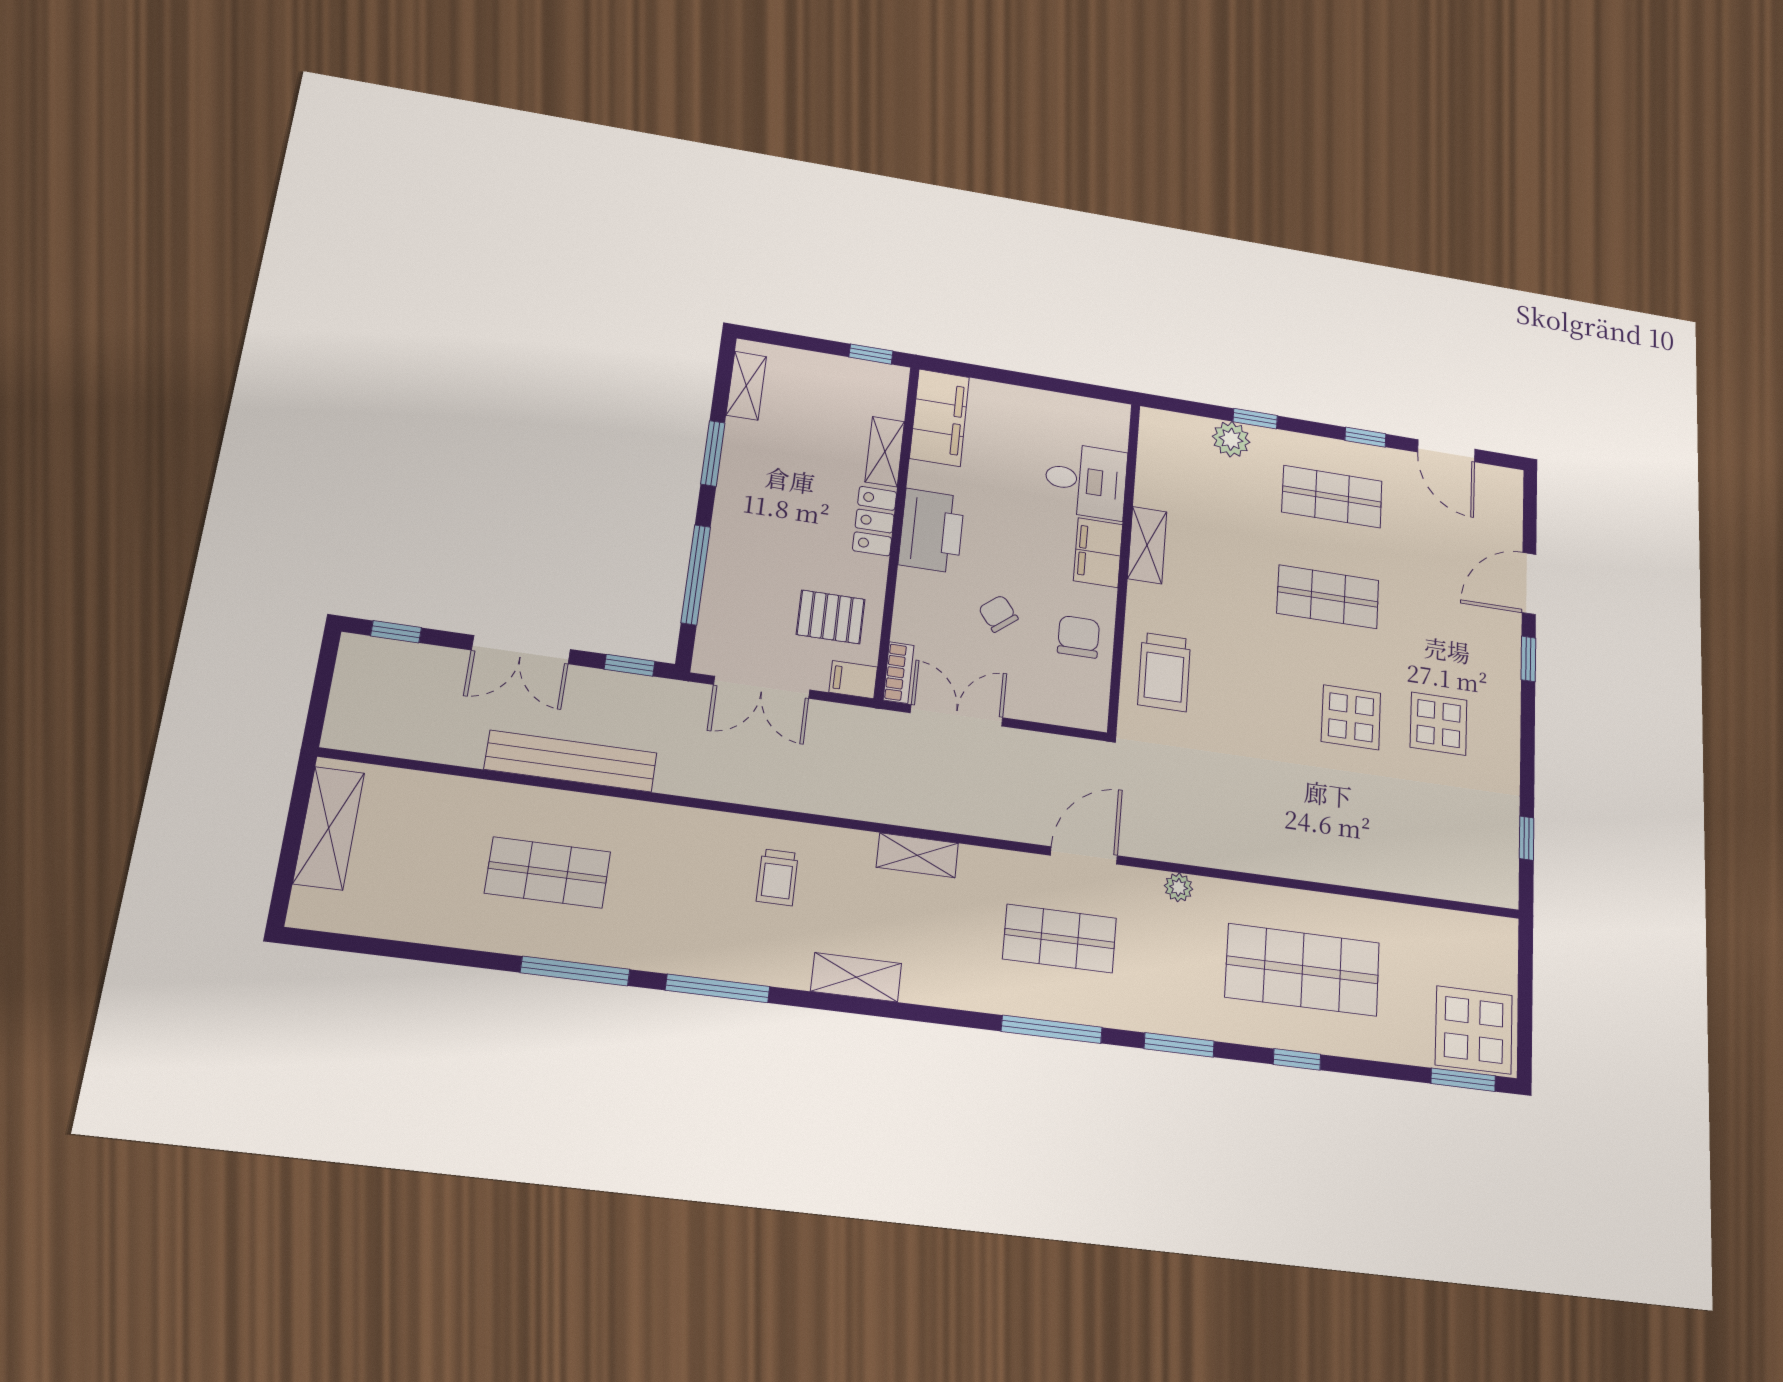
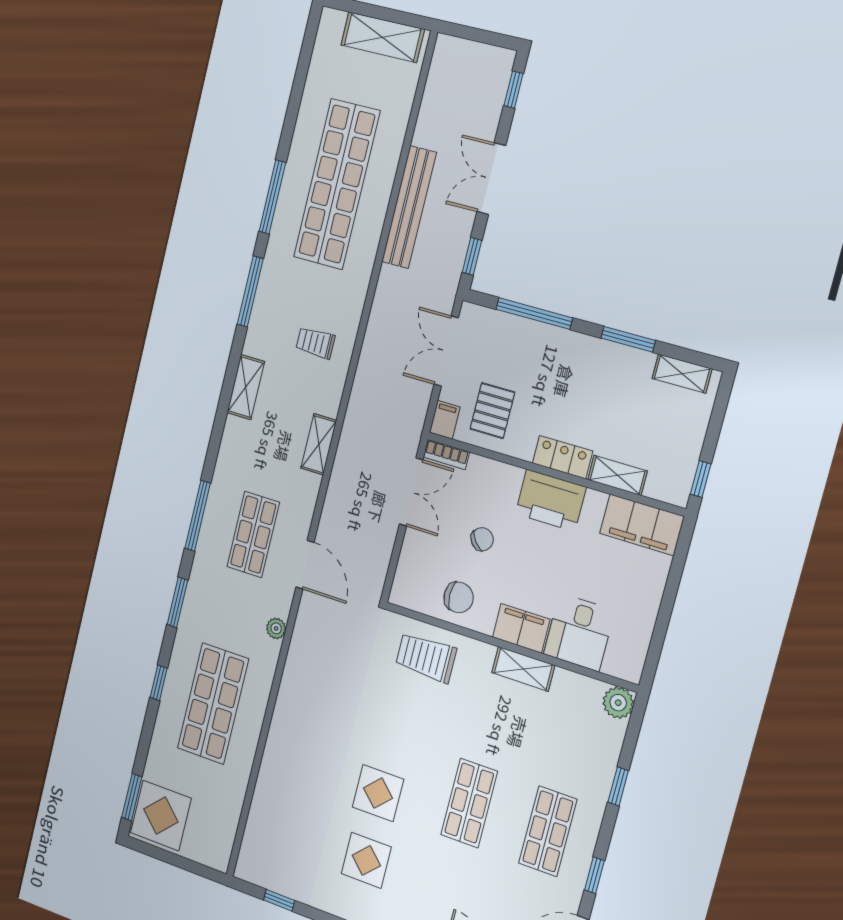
plant: (1231, 439) -> (618, 703), moved
shop shelf: (548, 872) -> (337, 184), width x2.00, depth x1.36

